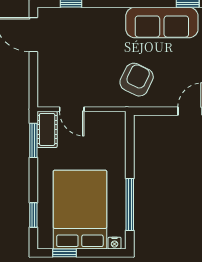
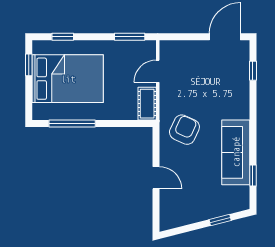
armchair: (137, 80) -> (184, 130), turned -91
cot: (47, 129) -> (147, 104), moved, turned 90
nightstand: (115, 243) -> (37, 110), removed

